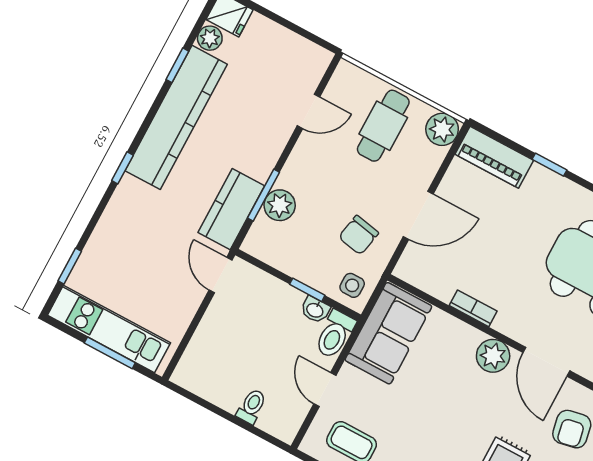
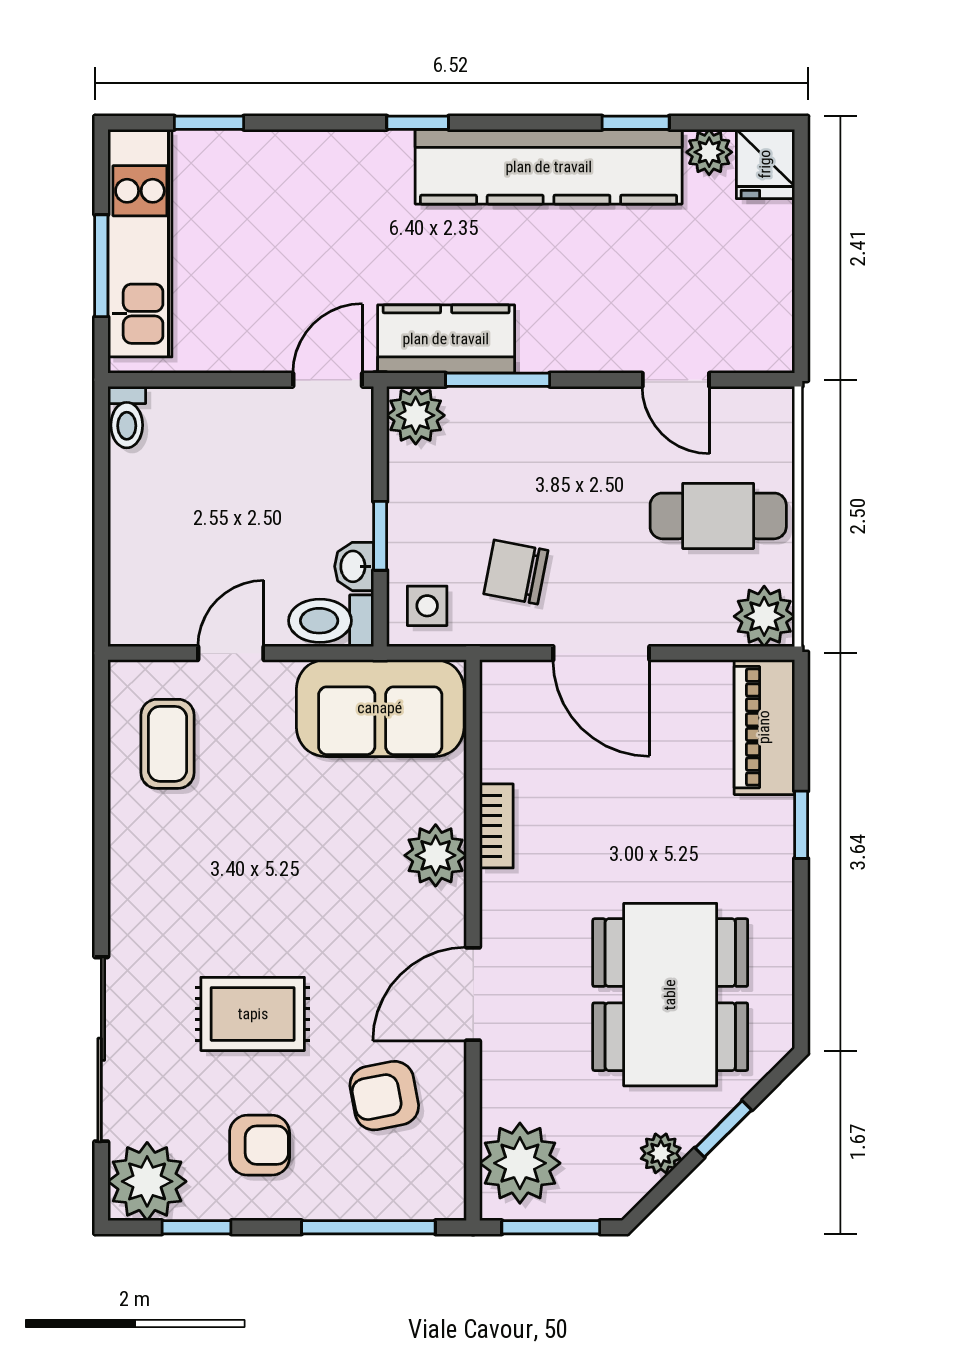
plant: (280, 205) -> (416, 415), moved
plant: (493, 356) -> (436, 855), moved
toilet: (252, 406) -> (127, 417), moved, turned 90

